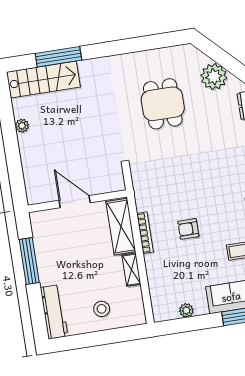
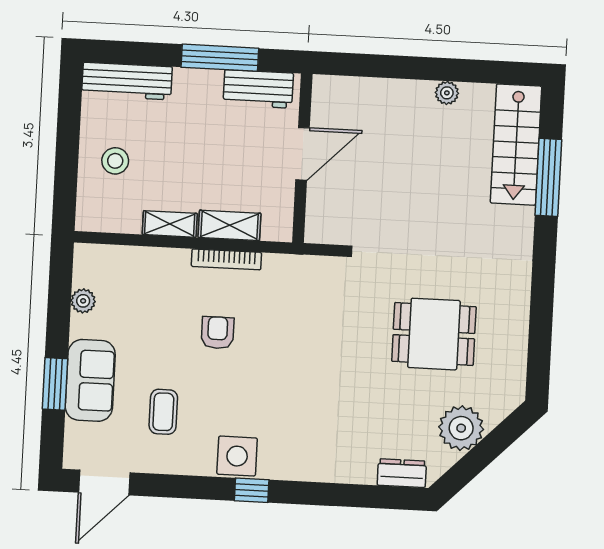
shelving: (121, 227) -> (229, 225), width x0.67, depth x0.75
workbench: (43, 235) -> (258, 89), added

